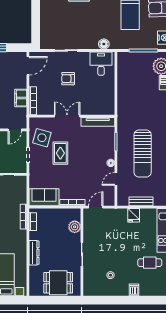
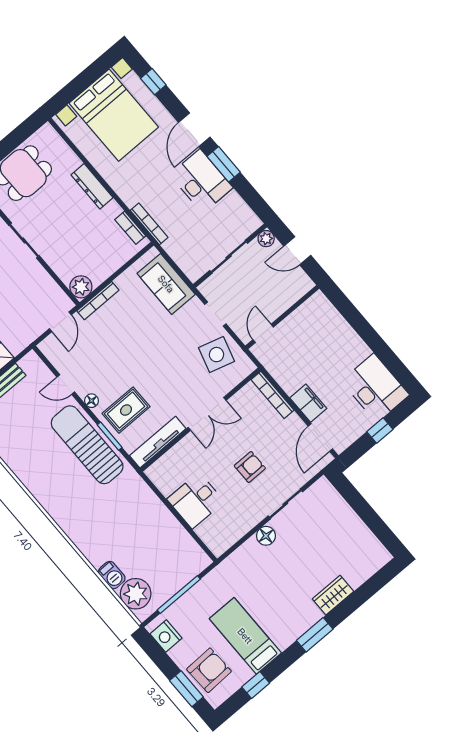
floor lamp: (104, 44) -> (266, 536), moved
desk: (101, 64) -> (196, 500), moved, turned 90
filing cabinet: (21, 98) -> (308, 403), moved
rug: (60, 153) -> (126, 410), moved, turned 90
sun lounger: (143, 154) -> (87, 445), moved
door: (116, 179) -> (66, 384), swing flipped
sofa: (44, 197) -> (166, 284), moved, turned 90
plant: (75, 227) -> (81, 287), moved

